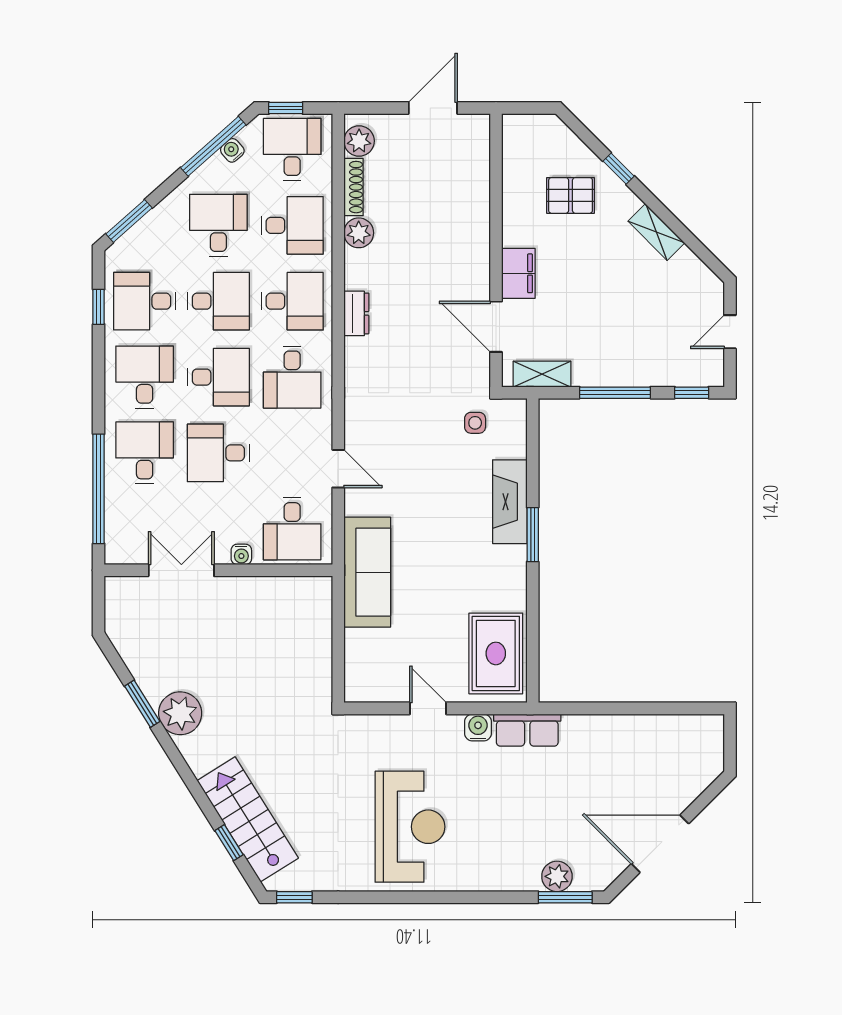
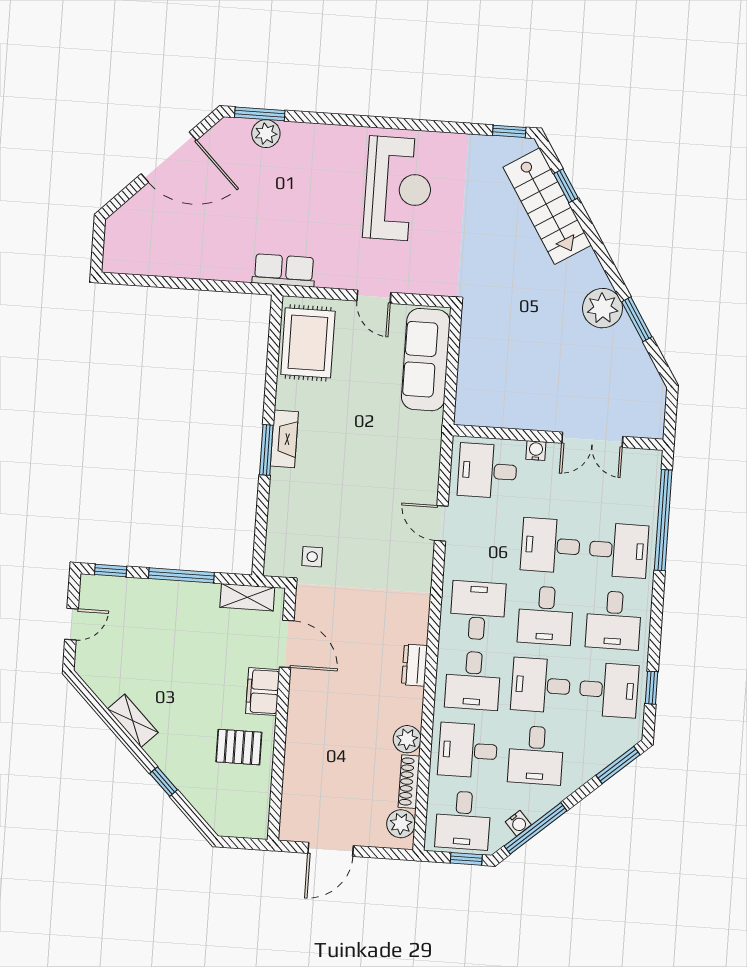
pallet: (571, 195) -> (239, 747), moved
desk: (292, 301) -> (473, 681), turned -90
desk: (218, 377) -> (546, 615), turned -90
desk: (145, 453) -> (619, 550), turned -90
desk: (218, 453) -> (551, 545), turned 180
fireplace: (510, 502) -> (284, 439), moved, width x0.73, depth x0.76
desk: (292, 529) -> (487, 471), turned -90
sofa: (367, 572) -> (426, 360), moved
water cooler: (478, 727) -> (329, 276), removed
reception desk: (410, 827) -> (398, 189), turned 180

